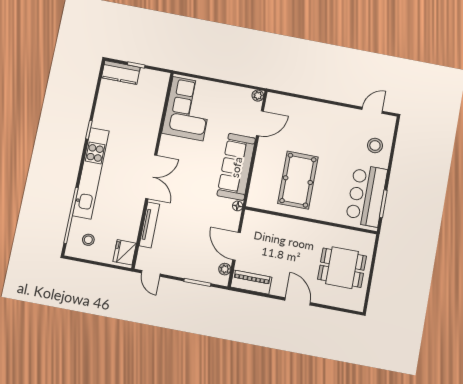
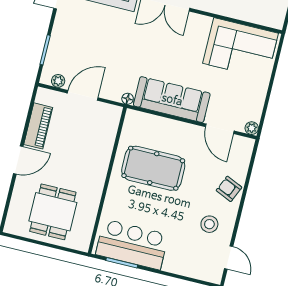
armchair: (312, 113) -> (229, 189), added
stool: (375, 145) -> (209, 224), moved
piano: (251, 282) -> (38, 126), moved

